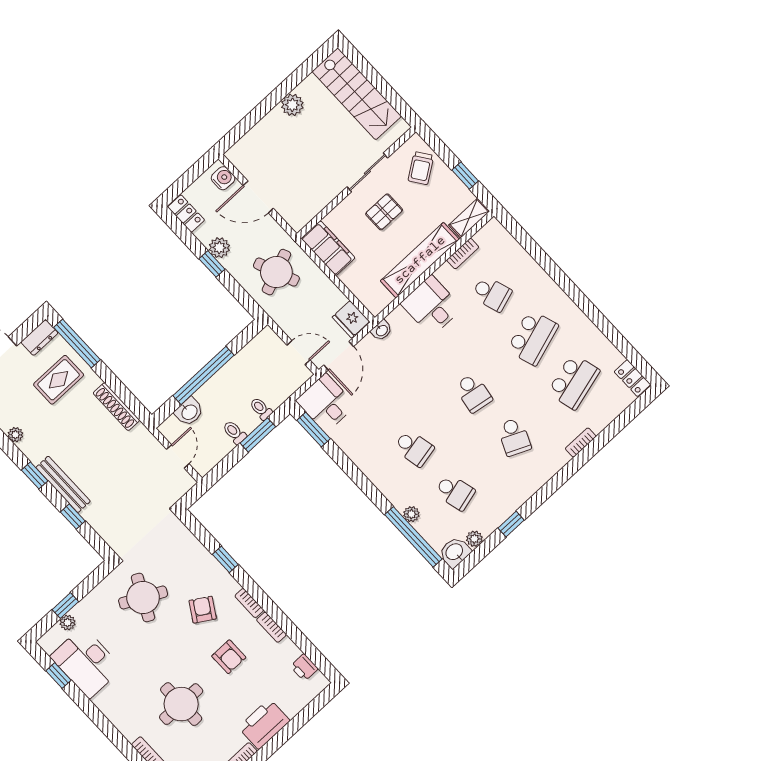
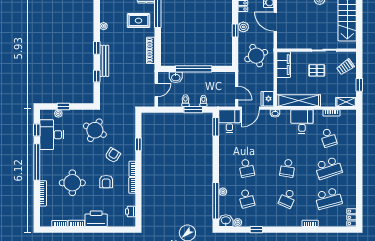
shelving: (420, 260) -> (299, 101), moved
window: (102, 722) -> (37, 162), added

